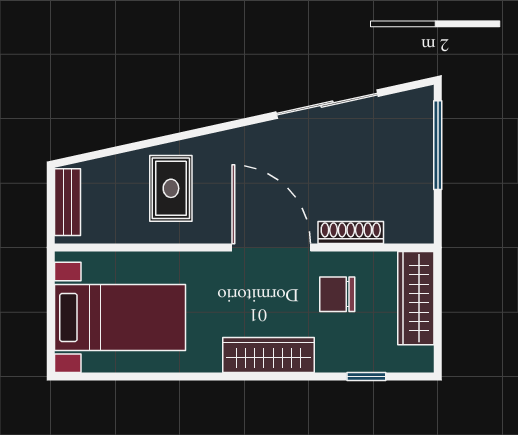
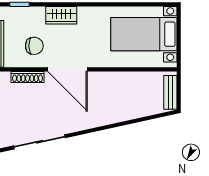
rug: (171, 188) -> (118, 99), removed
wardrobe: (268, 355) -> (61, 15), width x0.67

